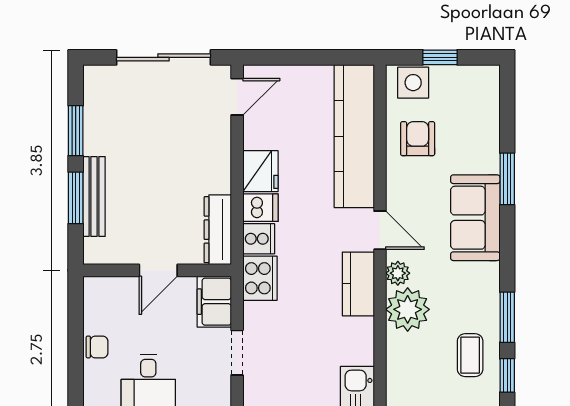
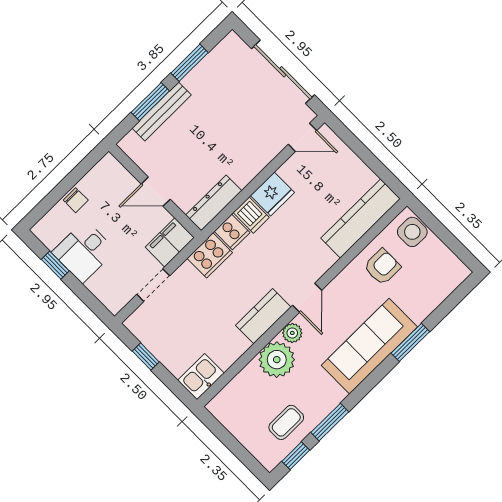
window: (440, 57) -> (442, 233), removed
kitchen counter: (354, 136) -> (360, 219), width x0.72, depth x0.86
sofa: (475, 218) -> (369, 346), width x1.36

